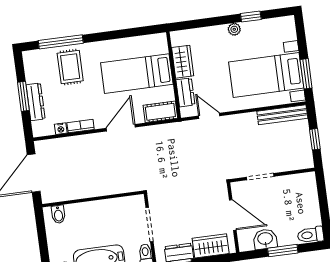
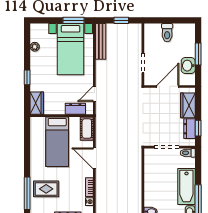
window: (251, 17) -> (27, 77), moved
plant: (234, 29) -> (35, 47), moved
wardrobe: (183, 62) -> (37, 103), moved, turned 90
toilet: (311, 235) -> (167, 33), moved

